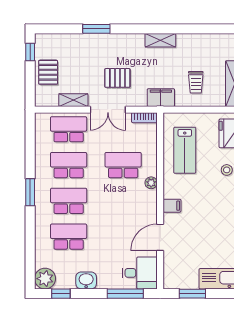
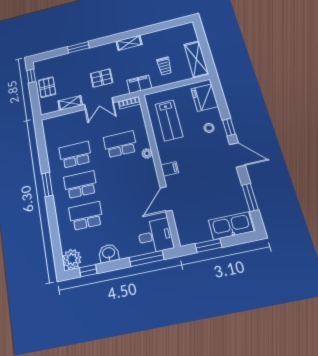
school desk: (69, 129) -> (70, 126), removed

